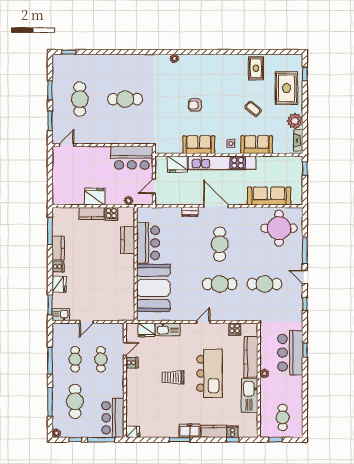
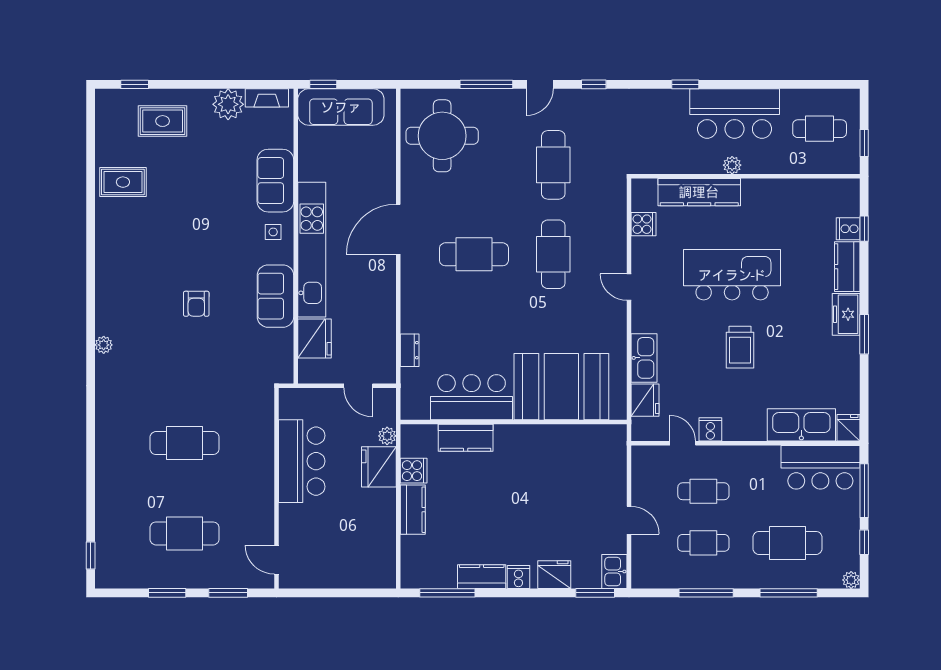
rug: (286, 88) -> (163, 121), width x0.73, depth x0.70
cafe table: (125, 99) -> (185, 443), turned 90
coffee table: (253, 109) -> (204, 188), removed
bar counter: (132, 158) -> (302, 461), moved
fridge: (95, 196) -> (379, 467), moved
sofa: (269, 196) -> (341, 107), moved, turned -90
door: (216, 206) -> (398, 229), moved
dresser: (190, 212) -> (410, 350), moved
bar counter: (290, 353) -> (735, 114), moved
kitchen sink: (250, 396) -> (801, 425), moved, turned 180

